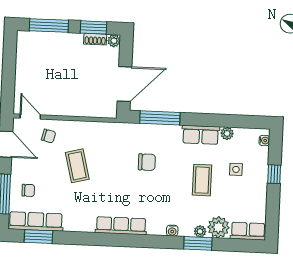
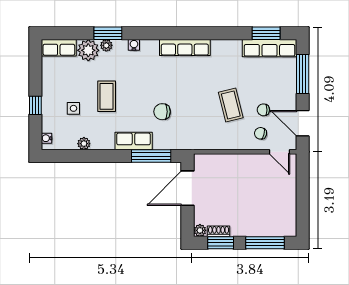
row of seats: (201, 135) -> (134, 141), moved
chair: (28, 190) -> (263, 110), moved

